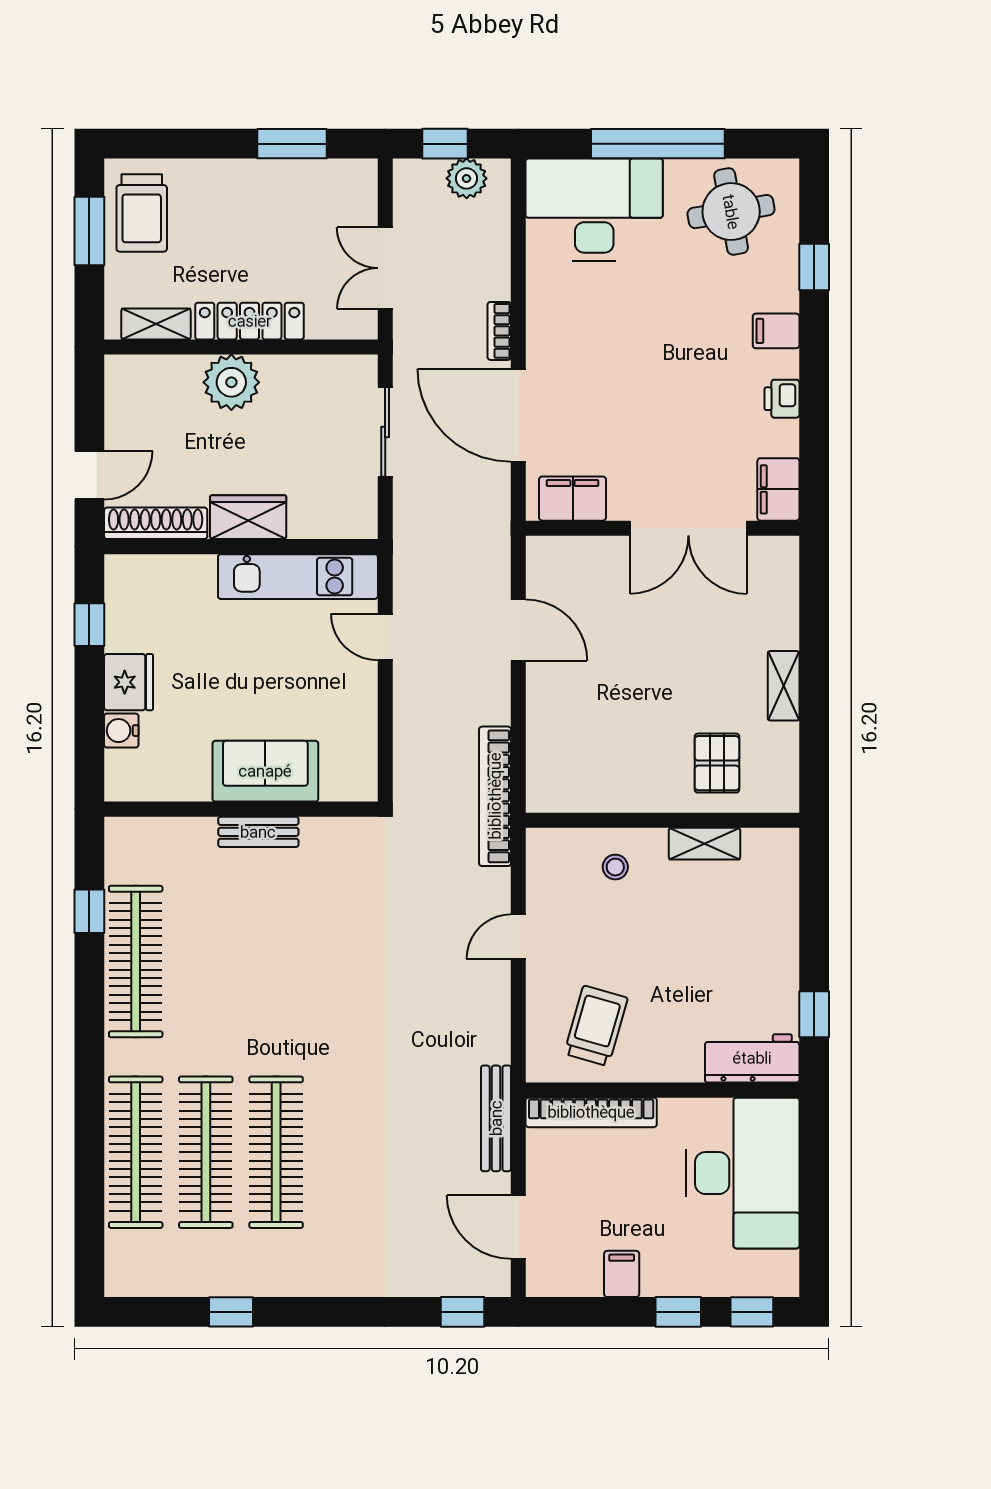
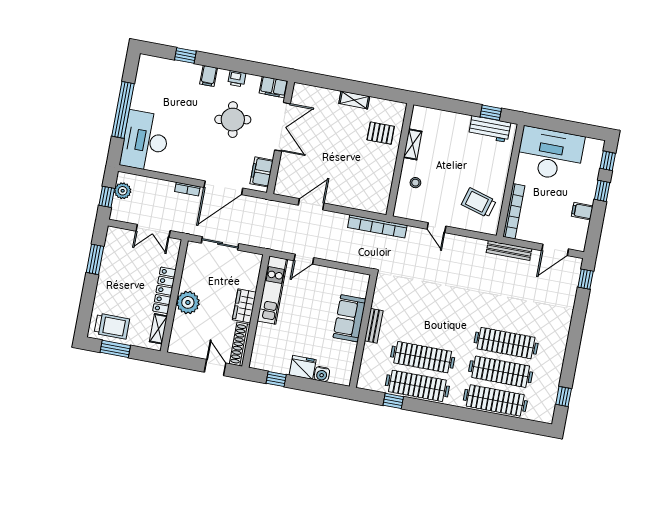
round table: (731, 212) -> (233, 120), moved
clothes rail: (206, 961) -> (423, 357), added
workbench: (752, 1058) -> (490, 129), moved, turned -90
window: (231, 1312) -> (564, 397), moved

